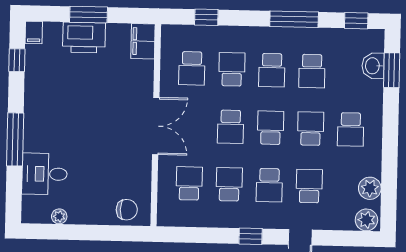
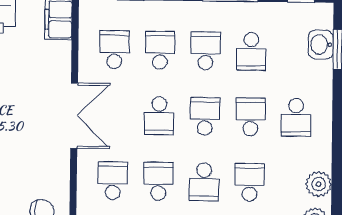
school desk: (192, 68) -> (114, 50), turned 180
school desk: (272, 70) -> (206, 51), turned 180

